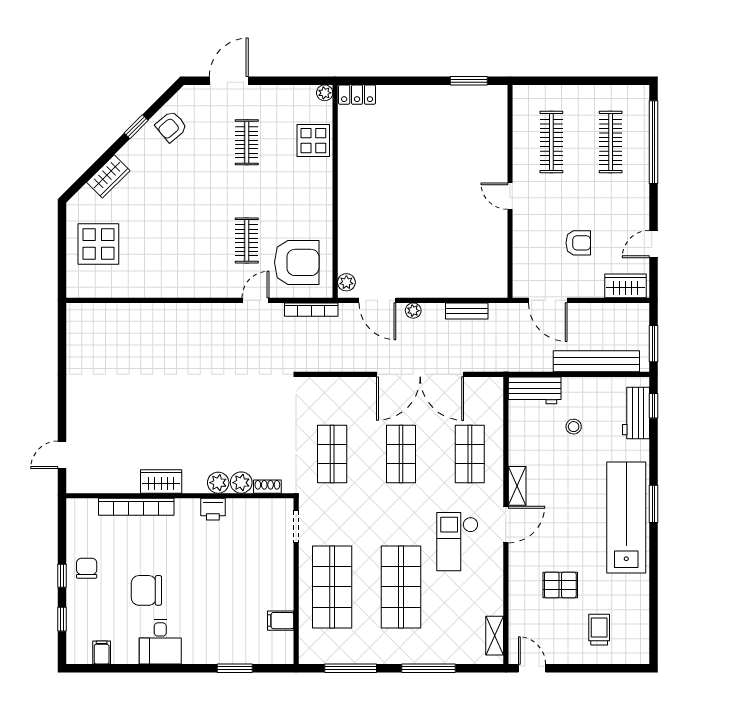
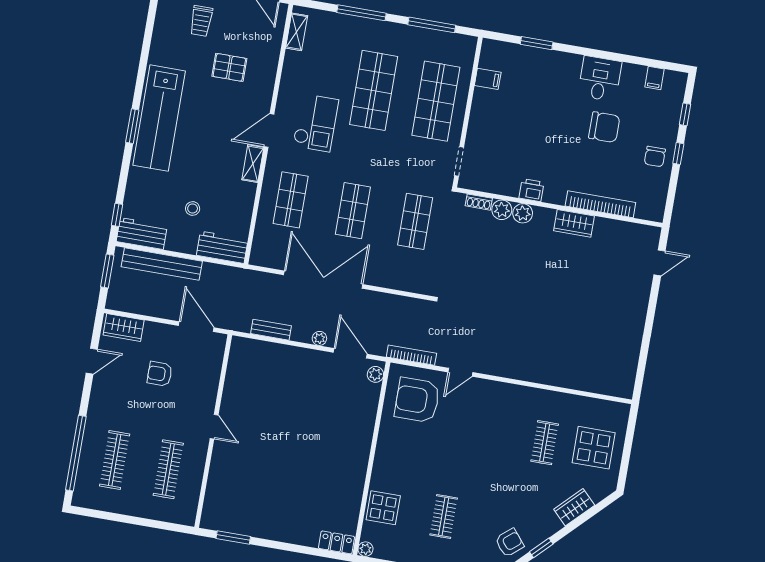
clothes rail: (247, 240) -> (545, 443), moved
workbench: (636, 413) -> (142, 234), moved, turned -90

